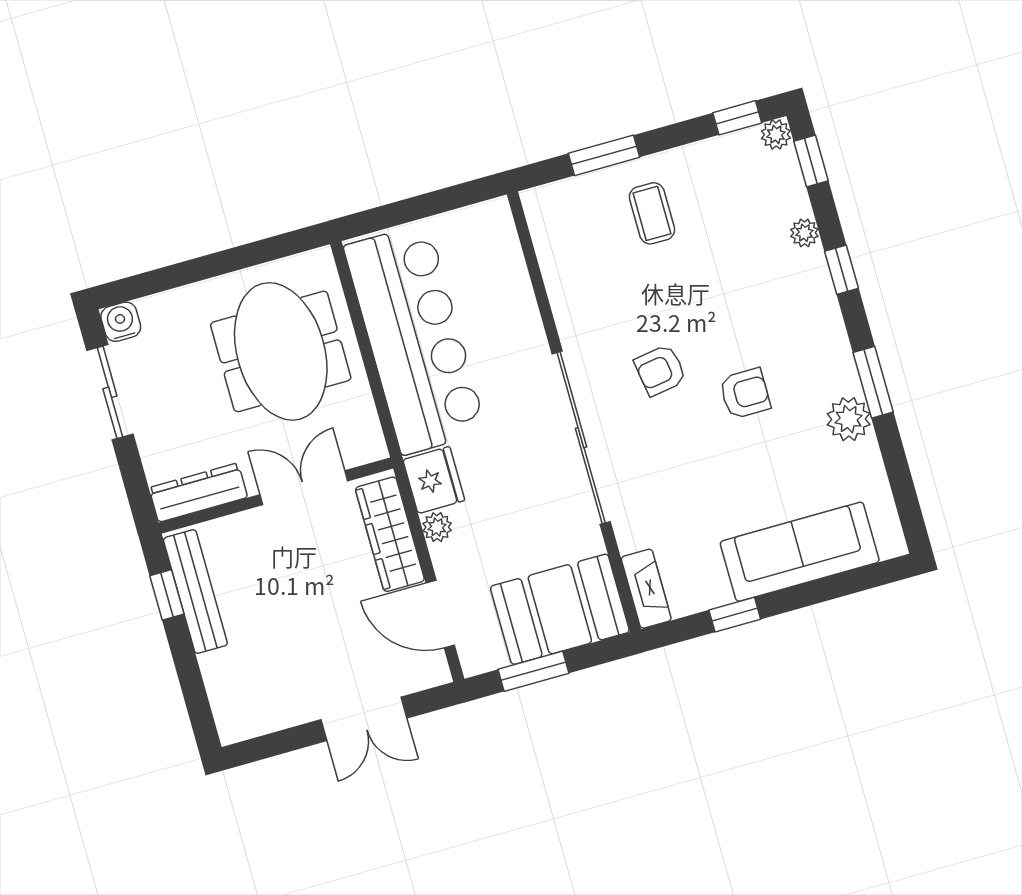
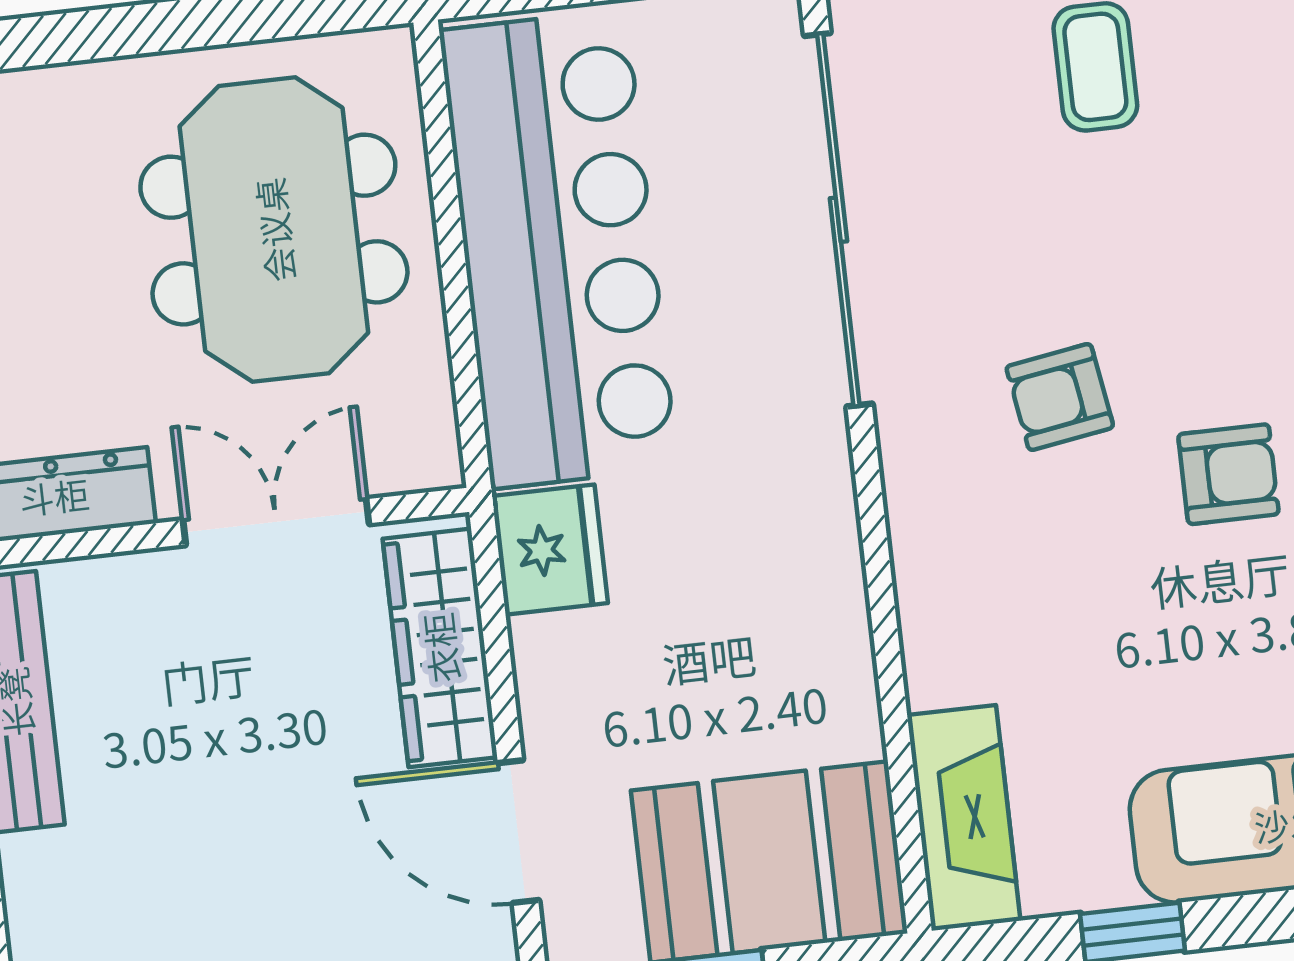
sliding door: (581, 438) -> (838, 220), moved
plant: (437, 527) -> (541, 649), removed
fireplace: (646, 589) -> (964, 818), width x1.37, depth x1.32

